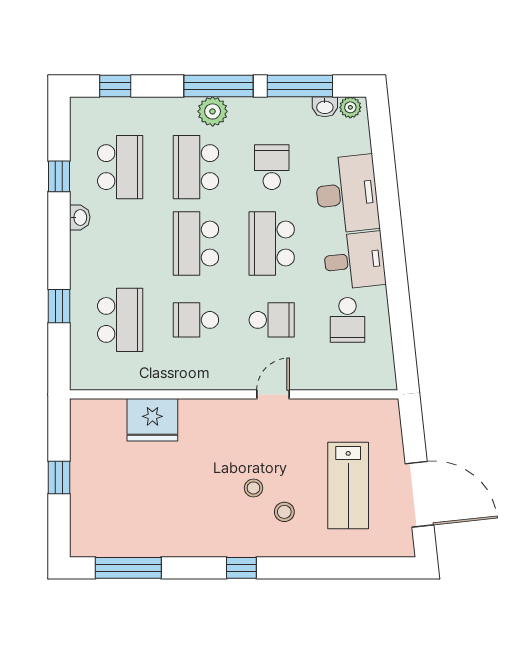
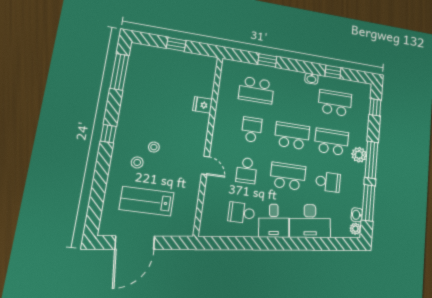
school desk: (120, 167) -> (335, 103), turned 180
fridge: (152, 420) -> (203, 105), width x0.53, depth x0.75

